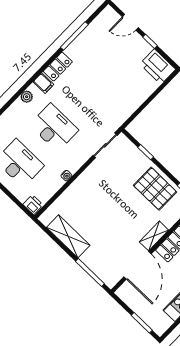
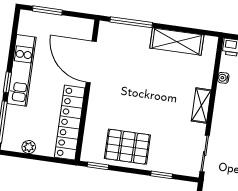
water cooler: (66, 176) -> (223, 78), moved
shelving: (154, 236) -> (201, 106), moved

